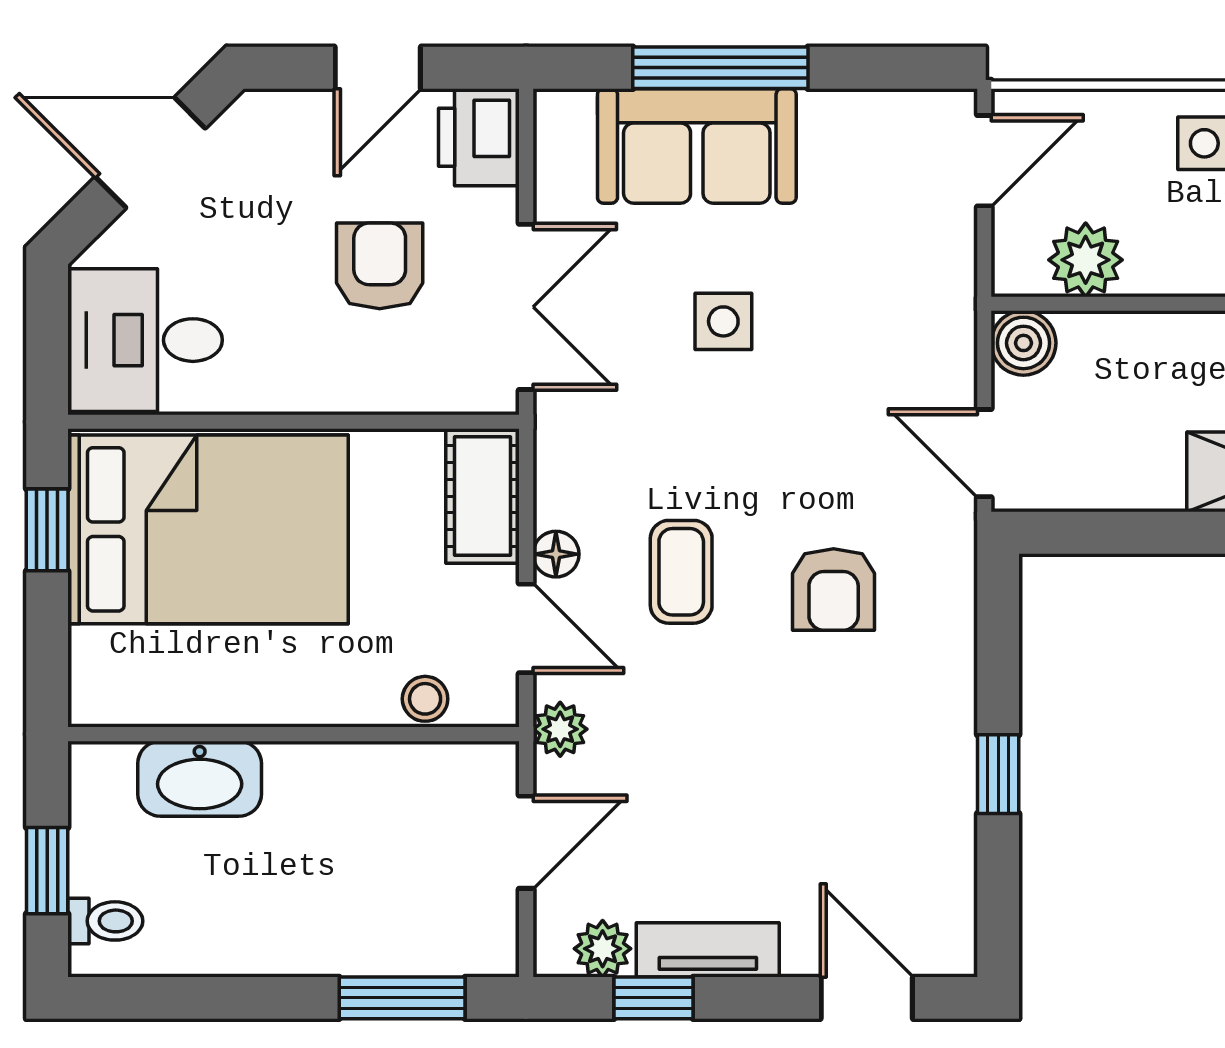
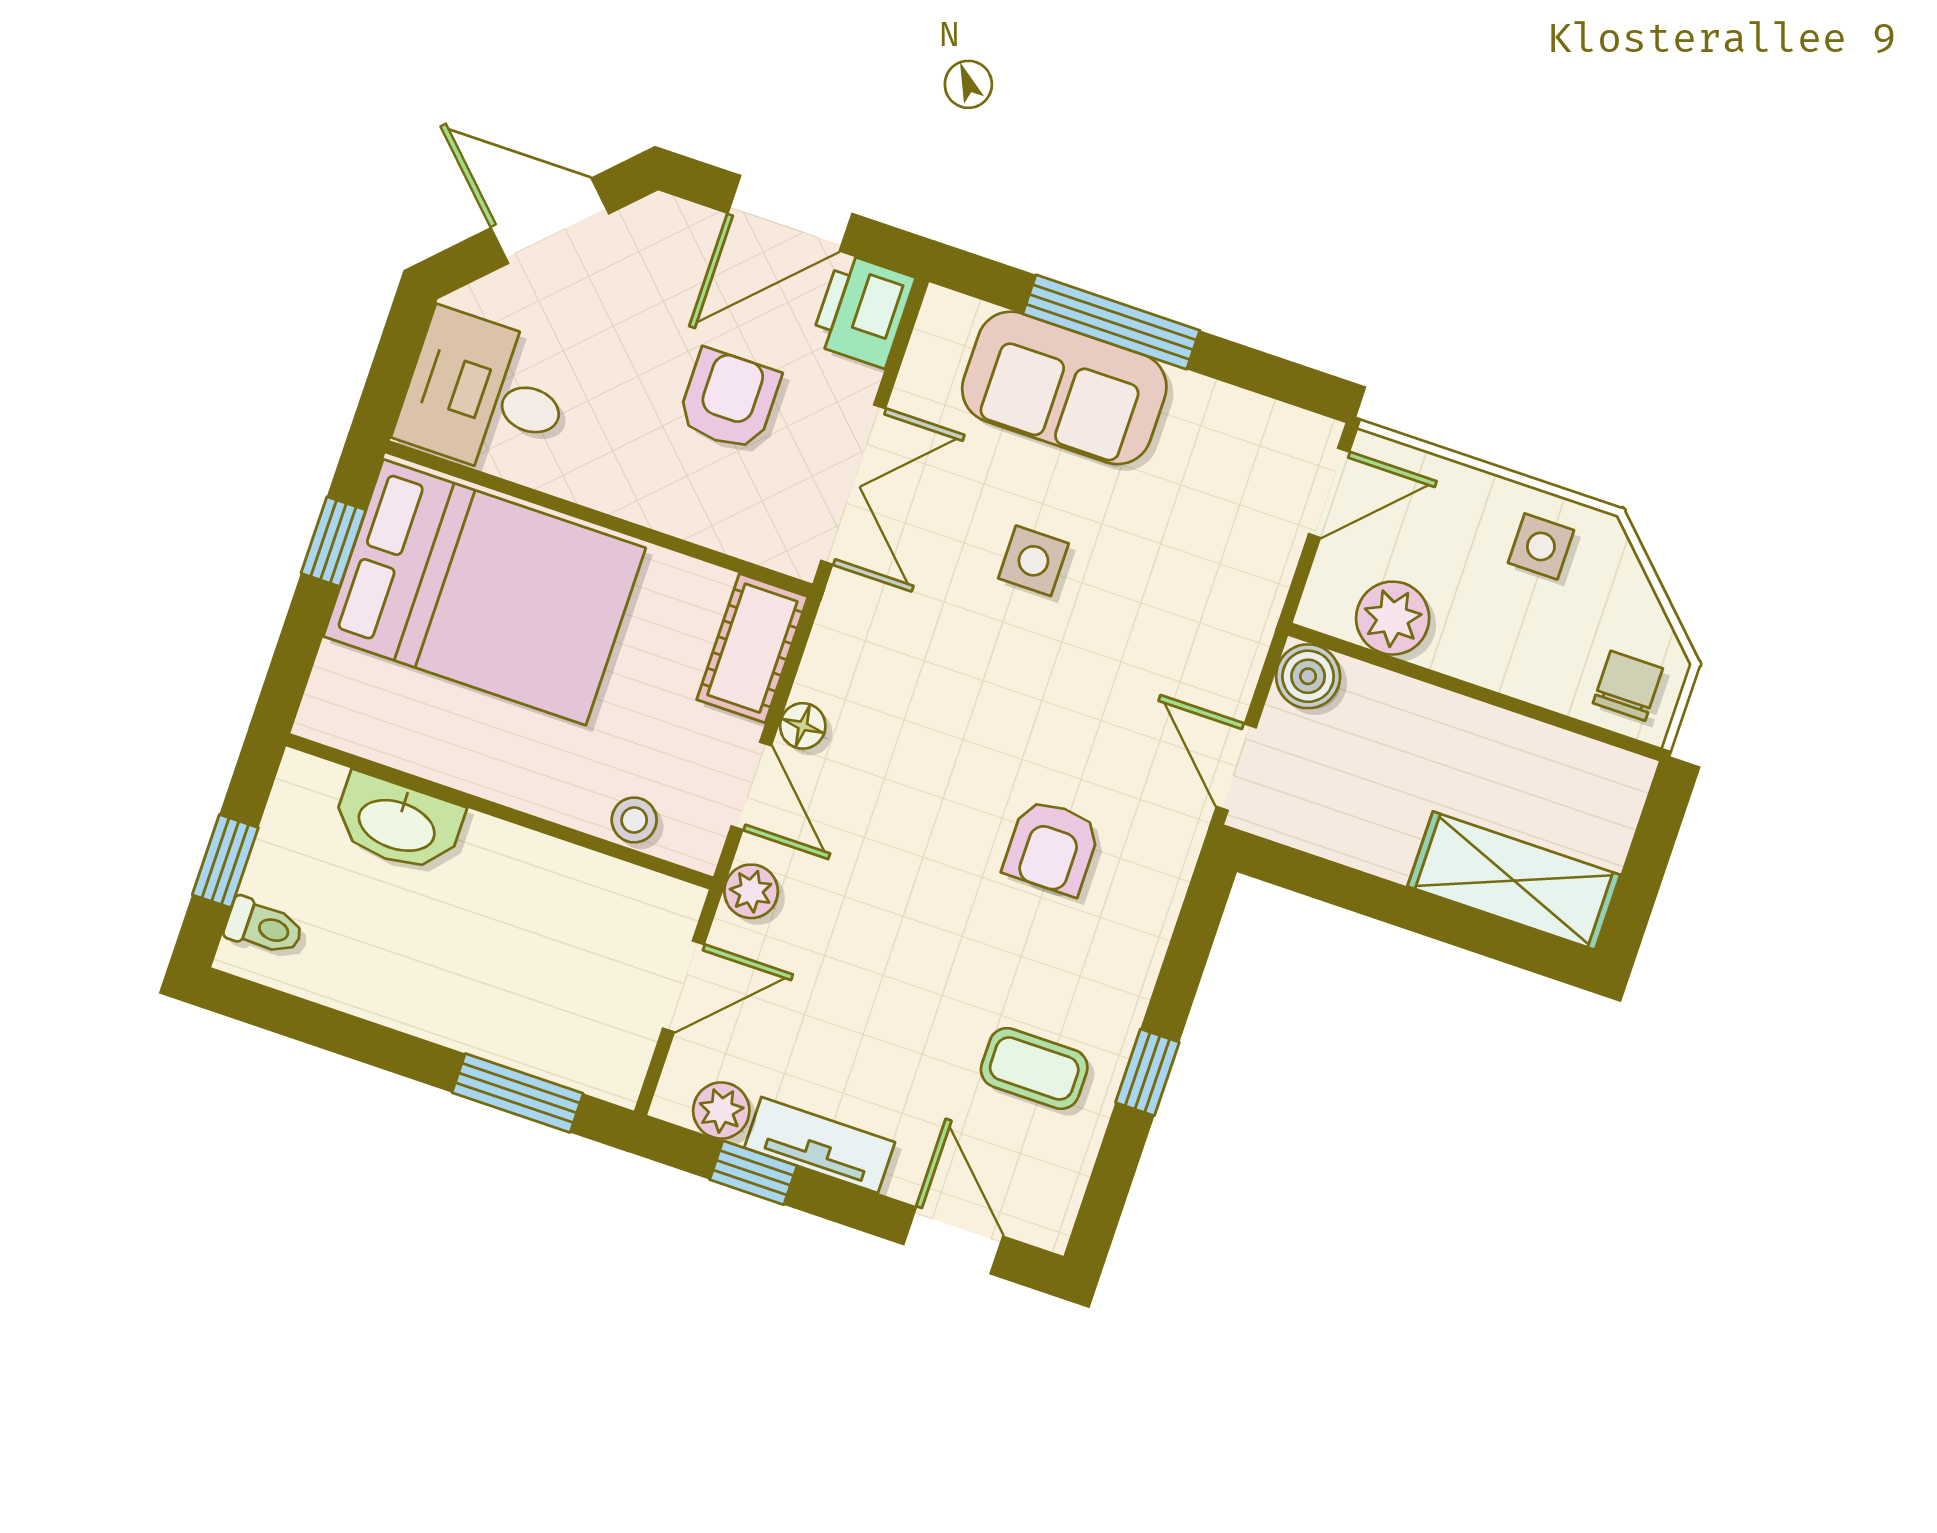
door: (378, 68) -> (790, 213), width x1.38
coffee table: (681, 572) -> (1034, 1068), moved, turned 90

